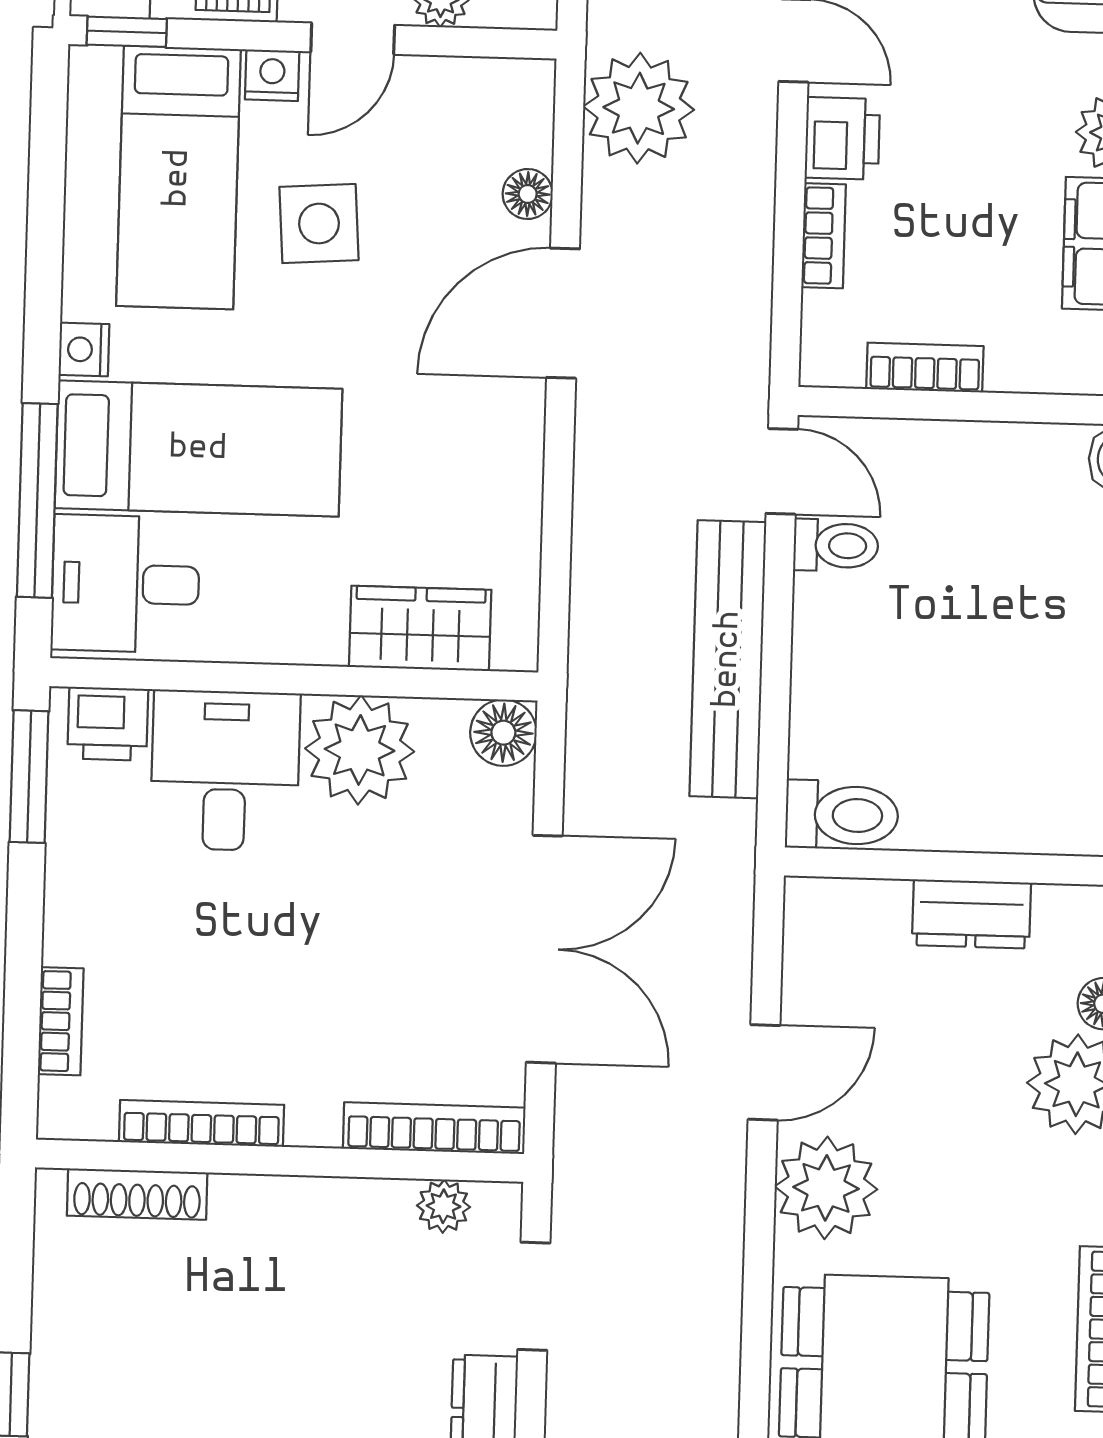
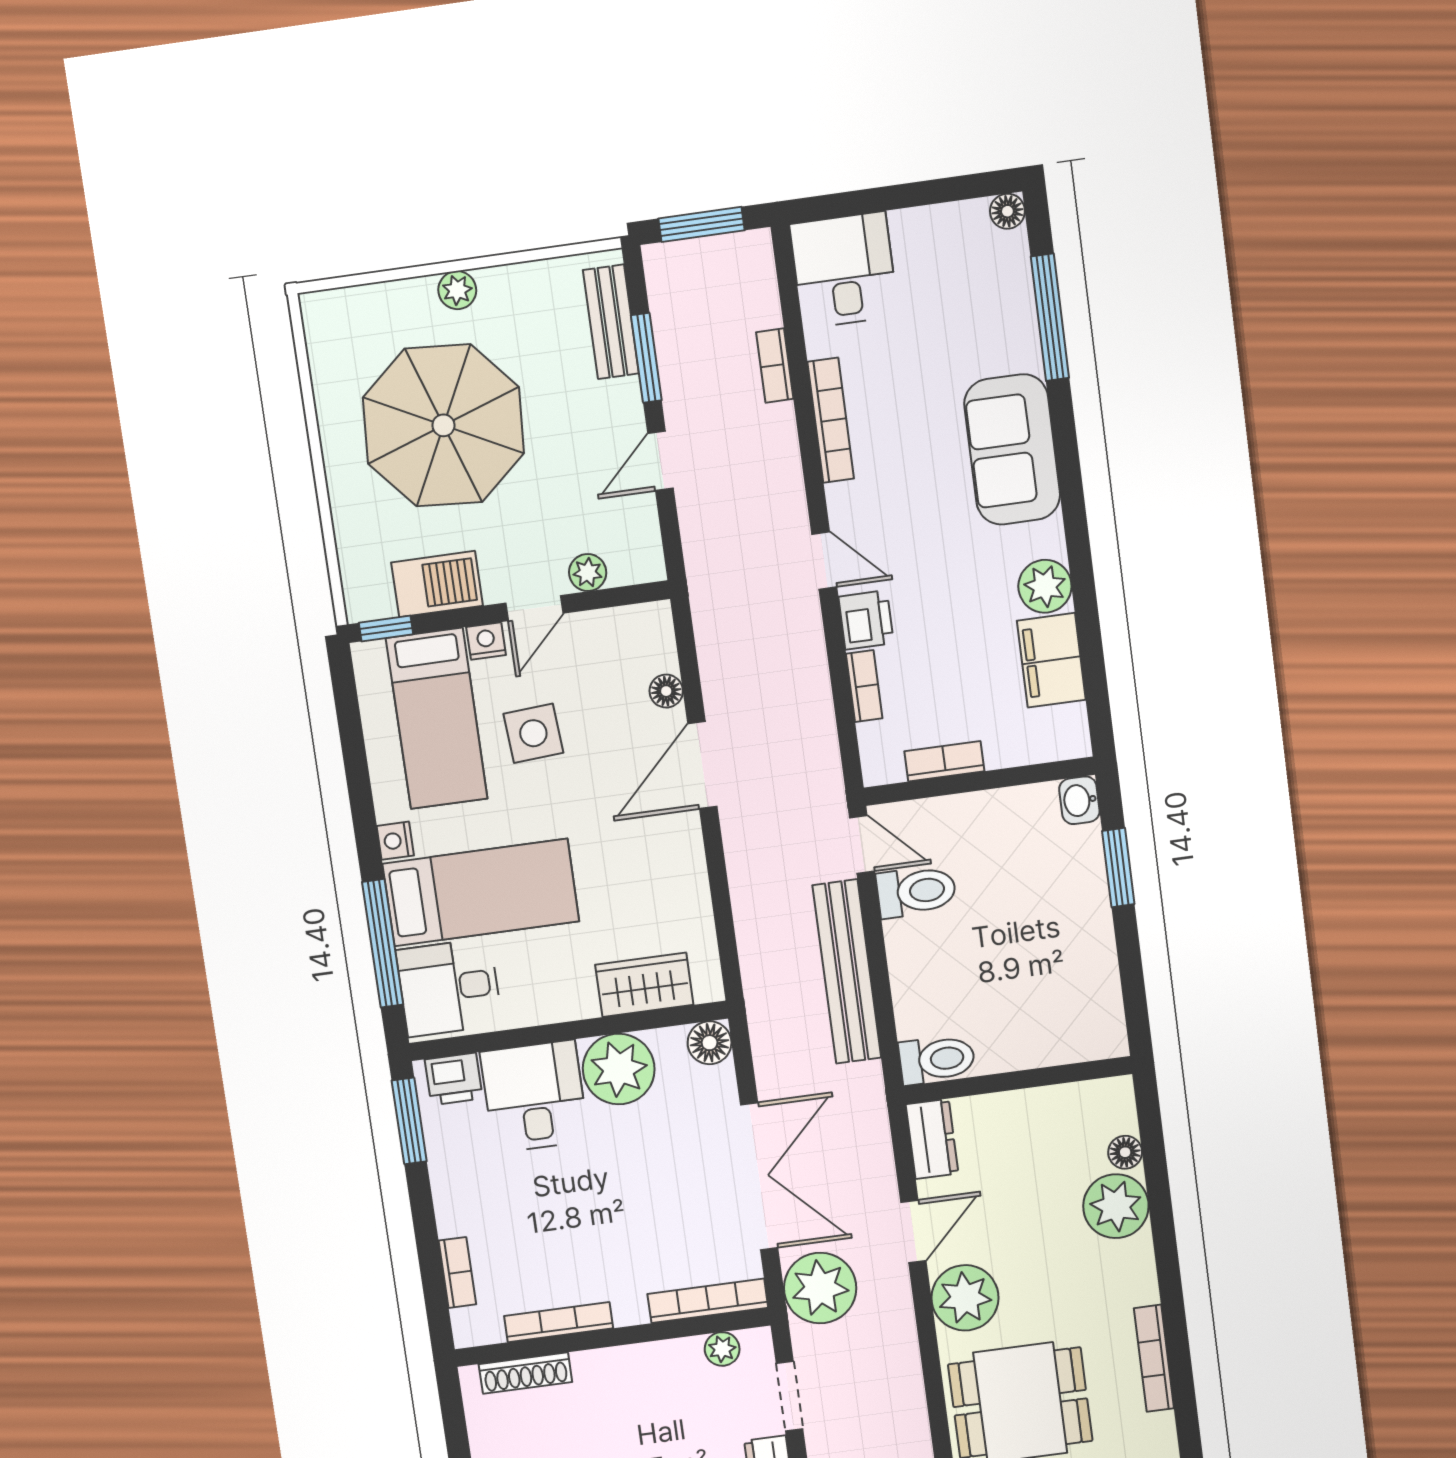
plant: (639, 108) -> (820, 1288), moved
toilet: (836, 545) -> (916, 891), width x1.37, depth x1.39
dresser: (971, 914) -> (932, 1139), moved, turned -90

